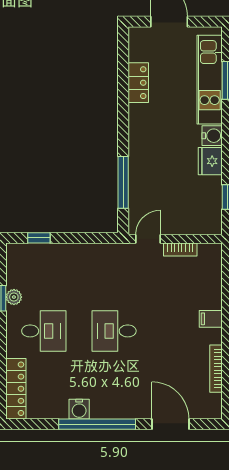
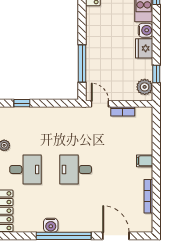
plant: (211, 215) -> (145, 87), added
door: (148, 239) -> (100, 104), hinge flipped

